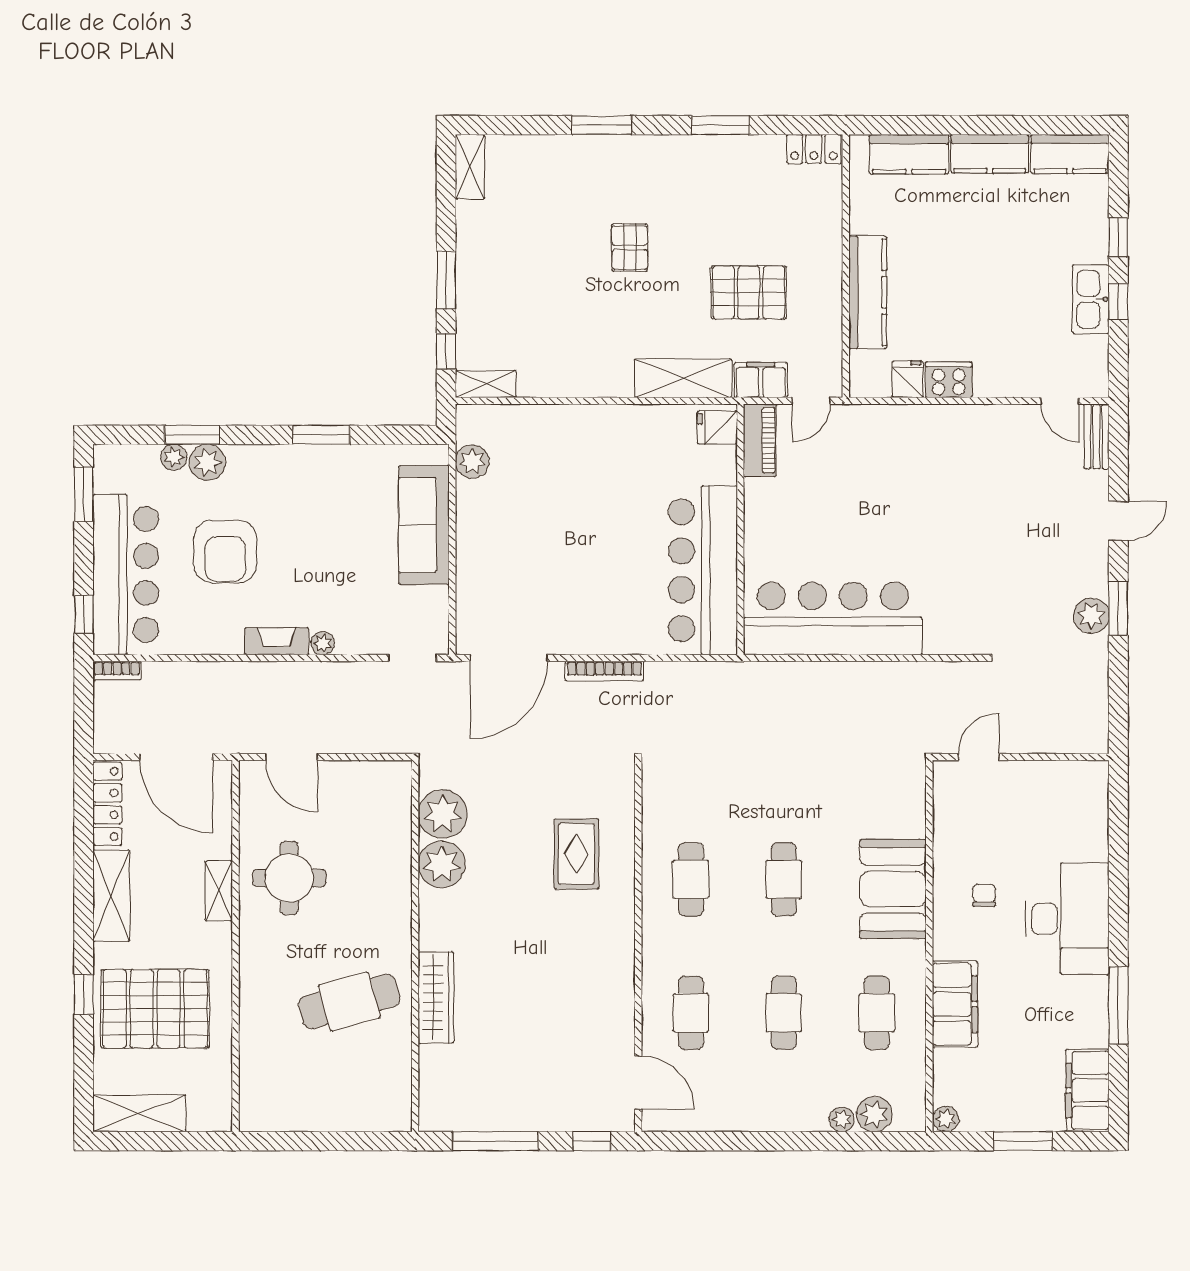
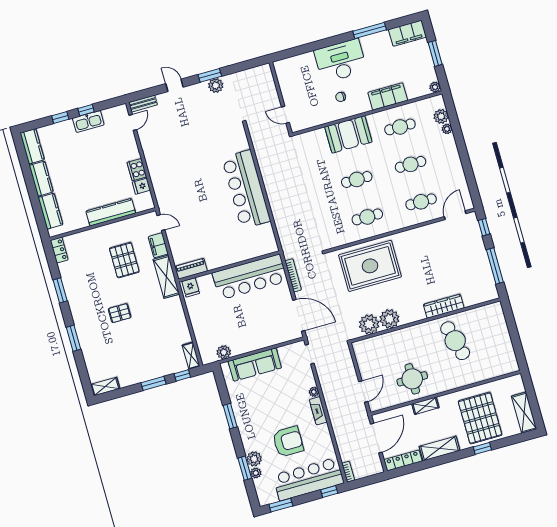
fridge: (717, 427) -> (191, 287), moved
piano: (760, 440) -> (191, 269), moved
wall: (740, 529) -> (229, 267), moved
bar counter: (703, 570) -> (250, 277), moved
rug: (576, 854) -> (370, 266), width x1.86, depth x2.06

